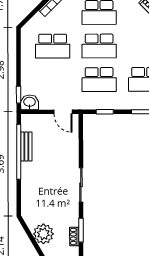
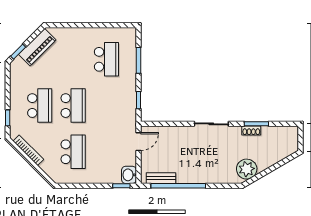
school desk: (99, 80) -> (106, 106), removed
bench: (26, 146) -> (161, 178), moved
plant: (43, 234) -> (247, 169), moved
shoe rack: (74, 236) -> (251, 131), moved

